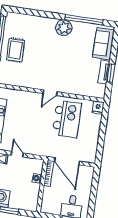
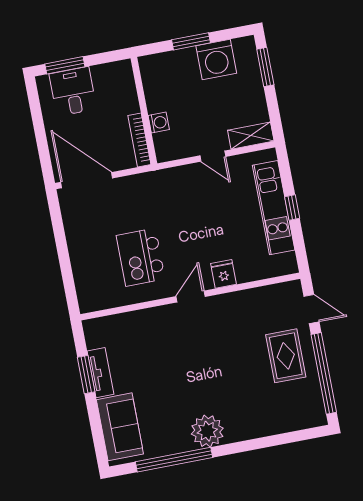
fridge: (98, 107) -> (224, 274), moved
kitchen island: (67, 119) -> (141, 257), width x0.73, depth x0.78
door: (67, 161) -> (87, 180), moved

